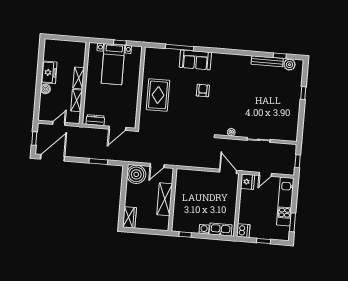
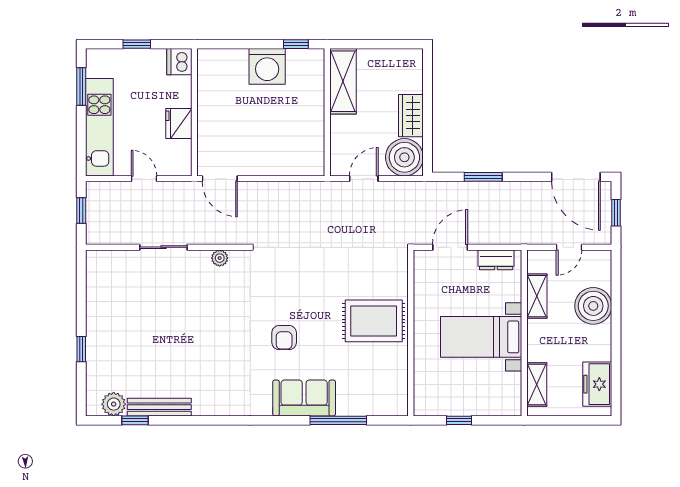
bed with nightstands: (113, 64) -> (481, 337), moved, turned -90
freezer: (49, 72) -> (597, 384), moved
shelving: (79, 78) -> (537, 385), moved
boiler: (45, 89) -> (593, 306), width x1.86, depth x1.86
rug: (158, 95) -> (374, 321), turned 90
door: (53, 158) -> (576, 177), hinge flipped
door: (265, 174) -> (144, 179), hinge flipped
fridge: (248, 182) -> (179, 124), moved
shelving: (165, 199) -> (343, 81), moved
wardrobe: (129, 217) -> (411, 116), moved
washing machine: (204, 229) -> (267, 66), width x1.89, depth x1.89
kitchen sink: (221, 230) -> (225, 60), removed

